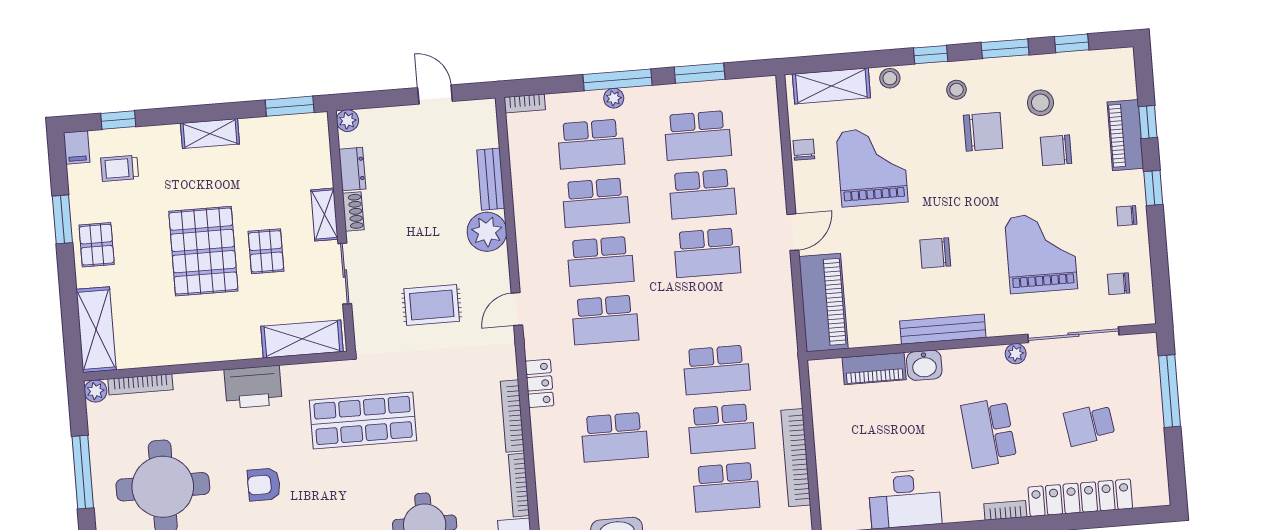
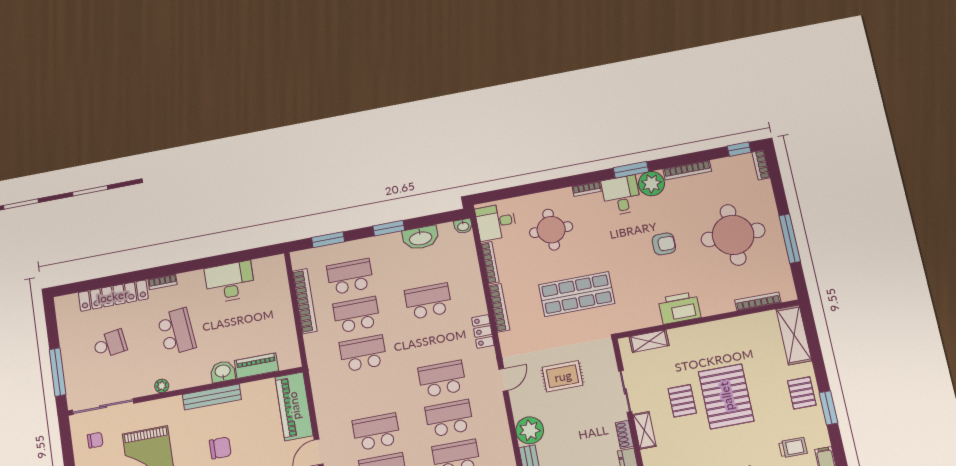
sliding door: (1073, 335) -> (103, 407), moved
shelving: (302, 339) -> (649, 341), width x0.67, depth x0.75
plant: (95, 391) -> (788, 293), removed
shop shelf: (363, 420) -> (577, 294), moved

